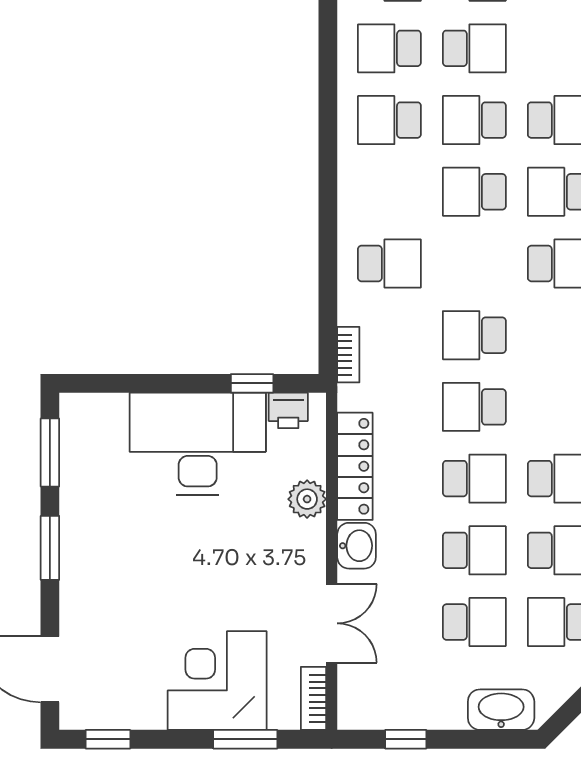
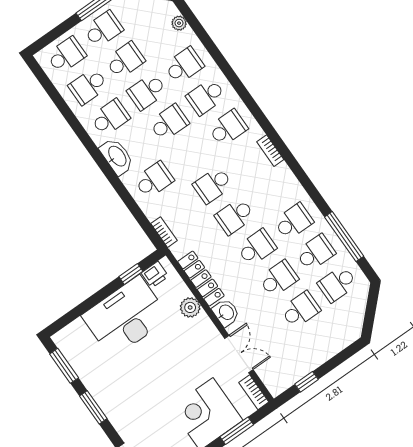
school desk: (389, 120) -> (110, 117), turned 180
school desk: (474, 192) -> (169, 123), turned 180
washbasin: (501, 710) -> (117, 156), moved, turned 90

